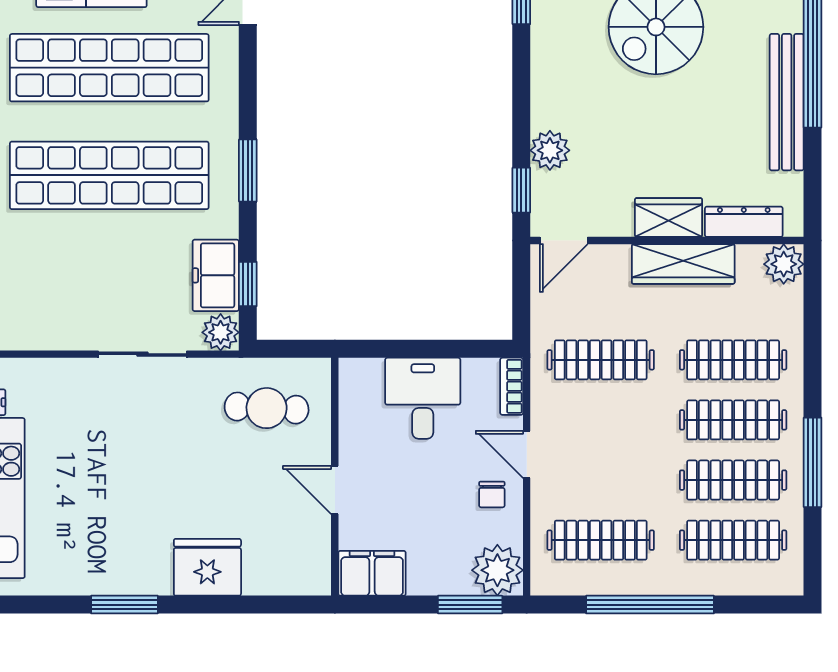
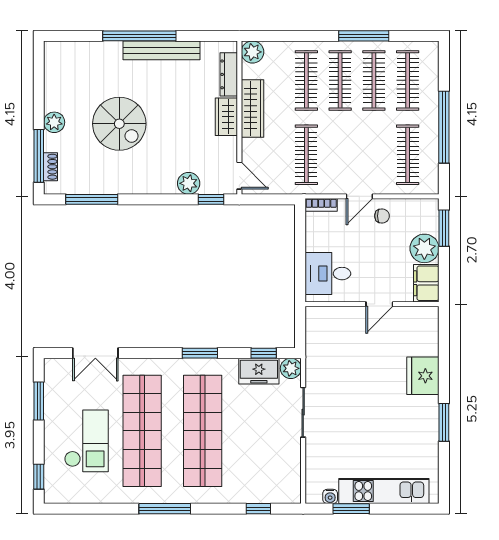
desk: (423, 398) -> (328, 274), moved
cafe table: (267, 408) -> (333, 343), removed
plant: (497, 570) -> (424, 248), moved

